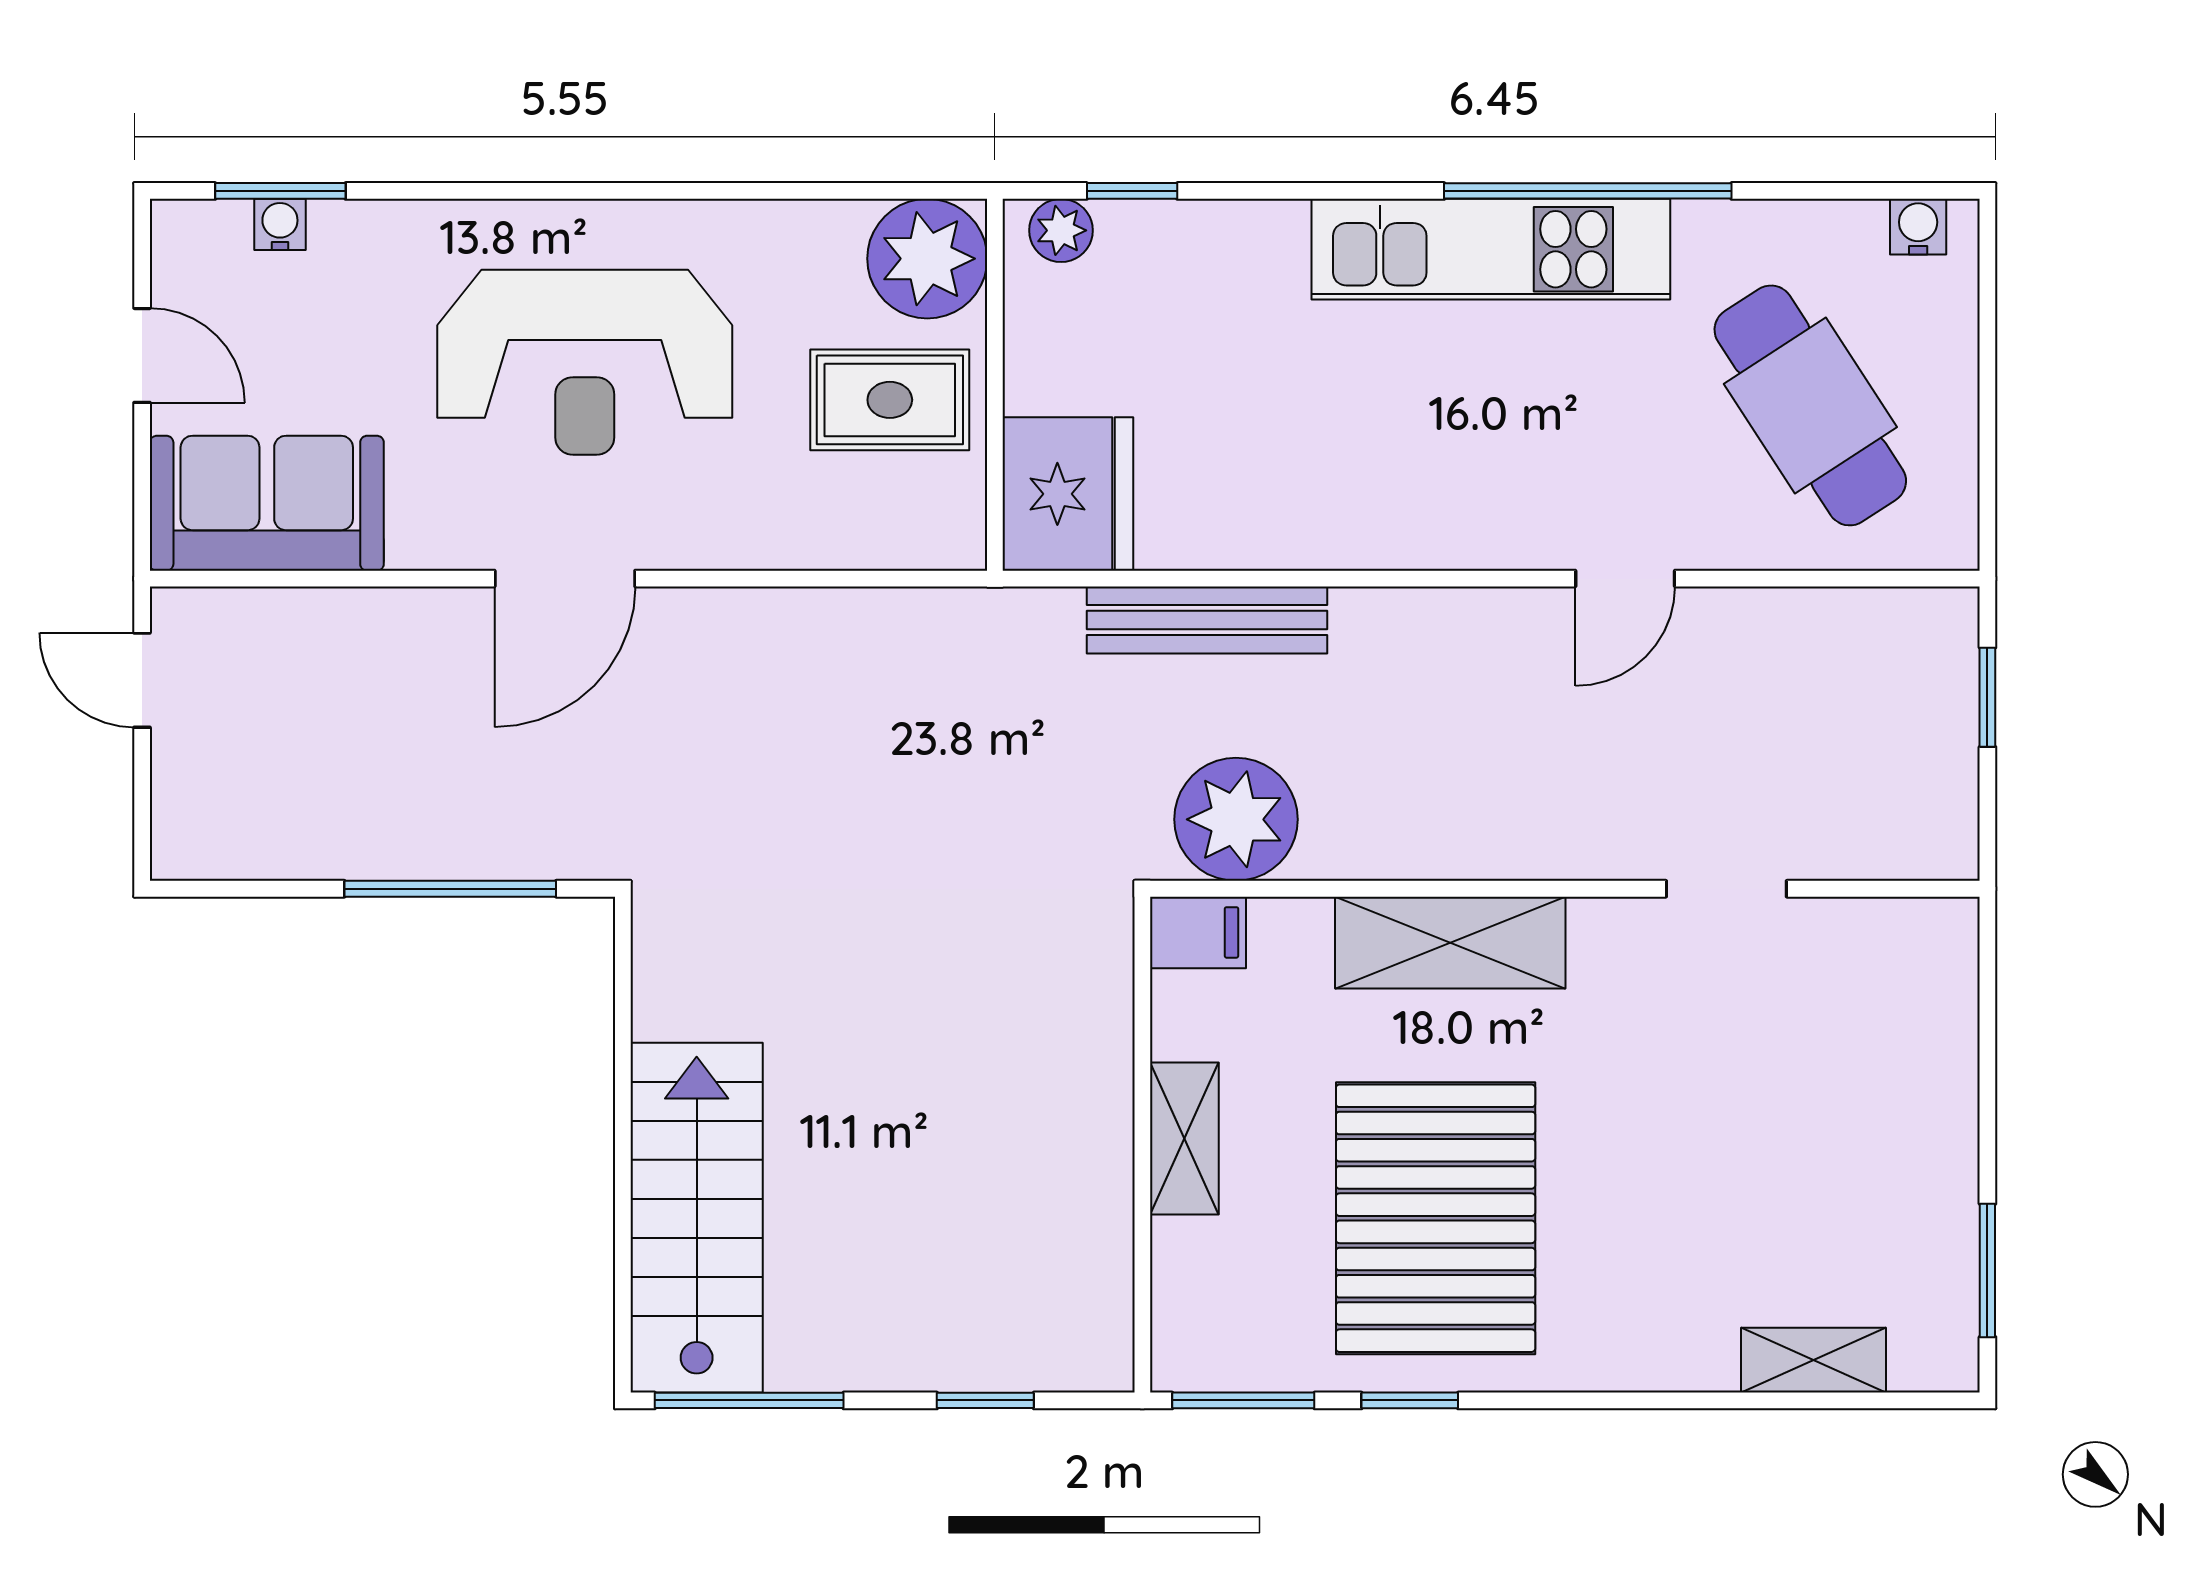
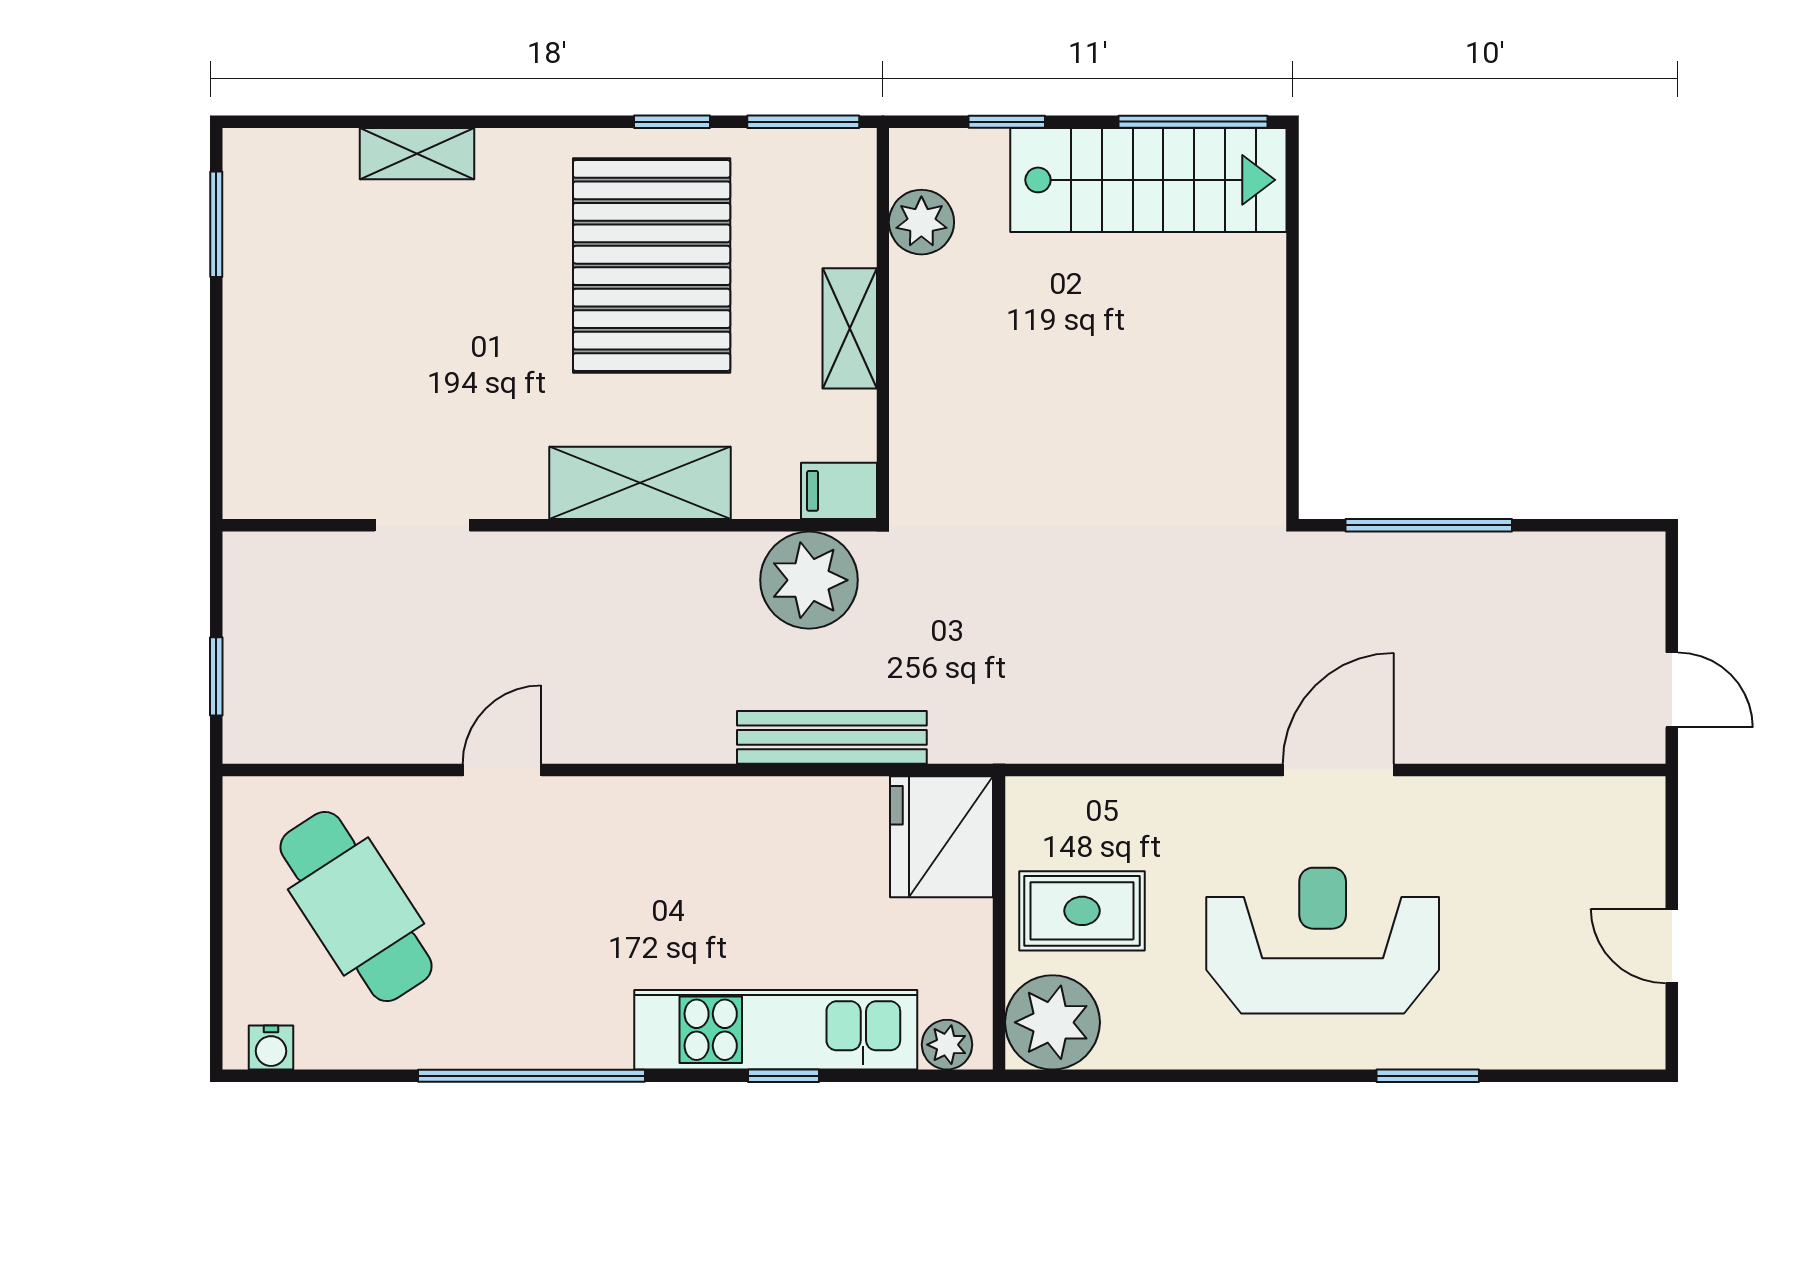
window: (280, 191) -> (1428, 1076), moved
window: (1132, 191) -> (784, 1076), moved
water cooler: (280, 224) -> (1563, 1049), removed
kitchen unit: (1491, 249) -> (776, 1030), moved
sofa: (267, 503) -> (1573, 829), removed
stairs: (697, 1218) -> (1148, 180), moved, turned -90
plant: (1093, 1273) -> (921, 222), added
shelving: (1813, 1360) -> (417, 154), moved

